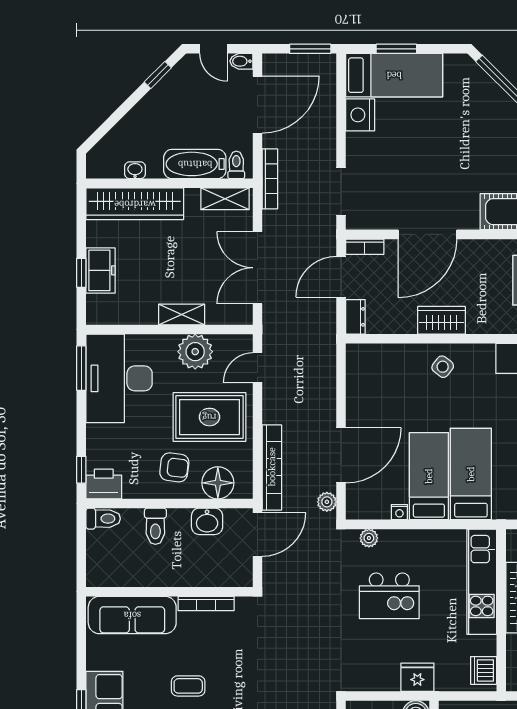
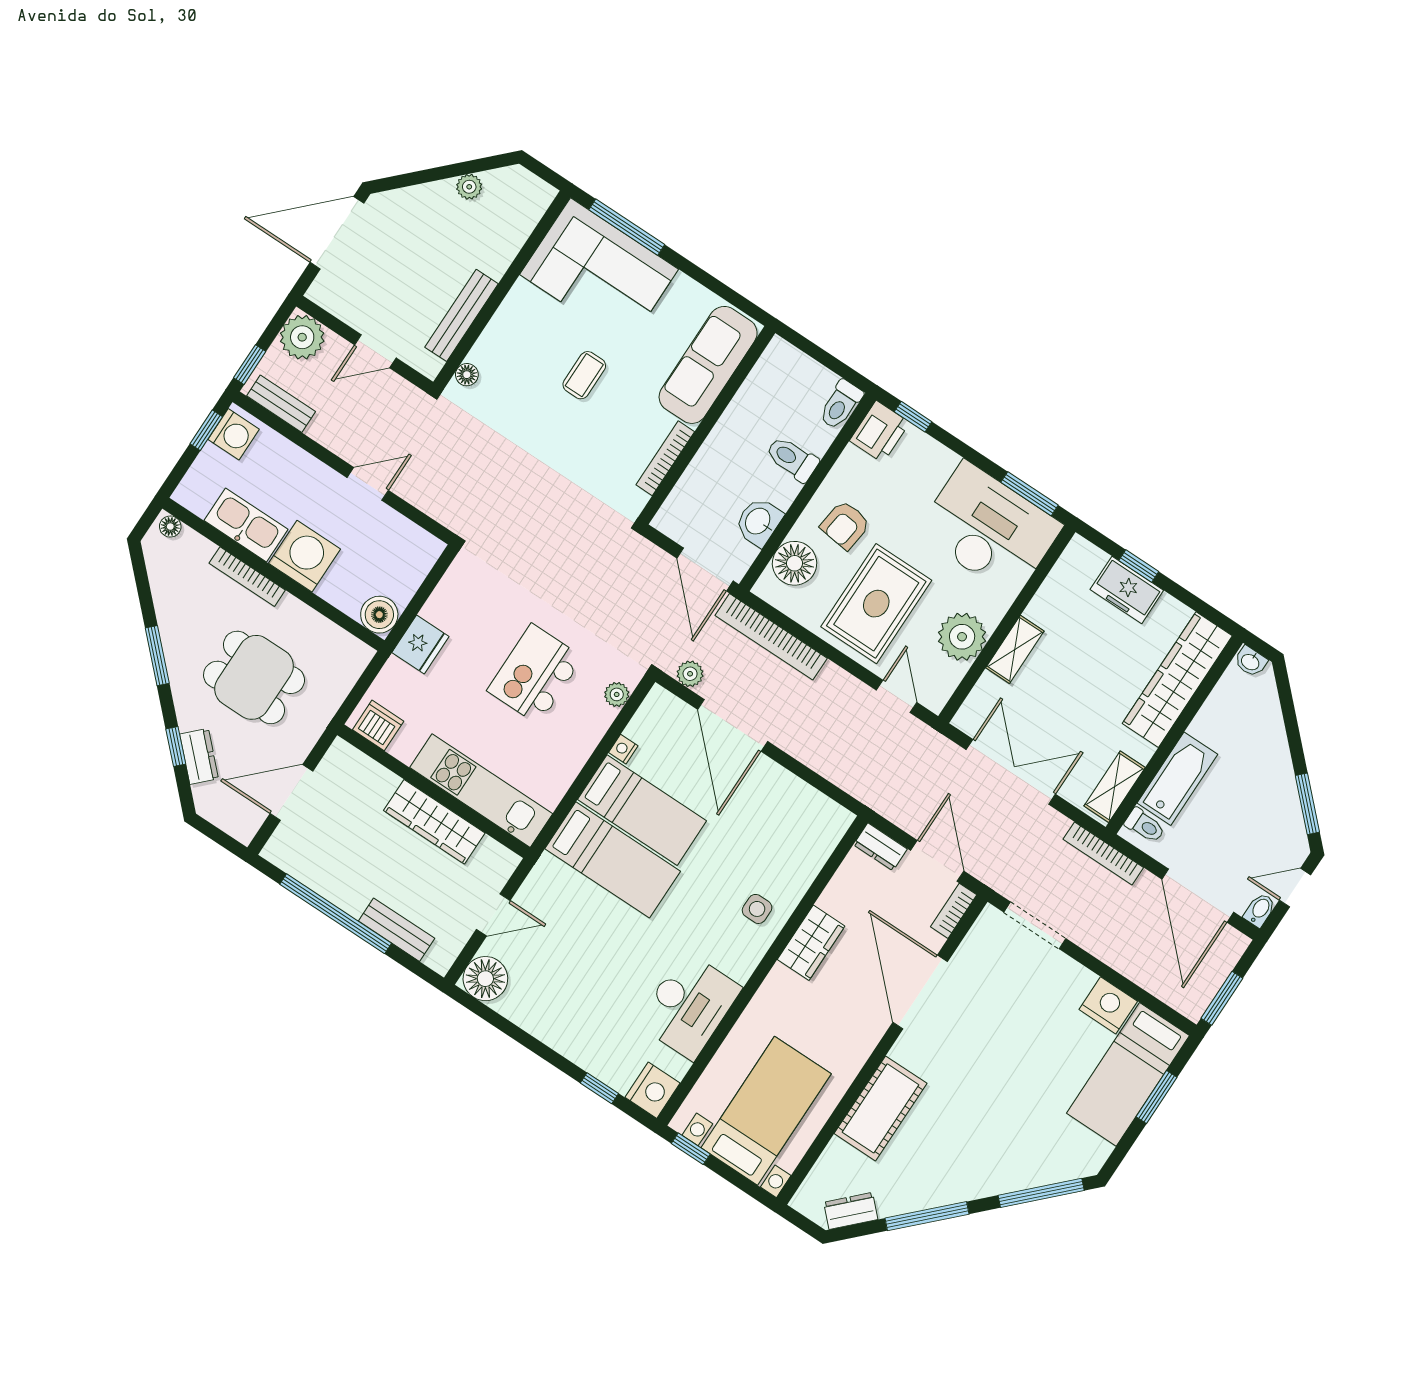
window: (158, 75) -> (1307, 804), width x1.50
washbasin: (135, 170) -> (1251, 662), moved, turned 90
side table: (443, 367) -> (757, 909), turned -38

